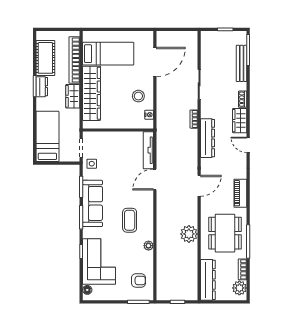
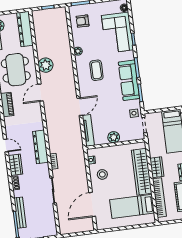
plant: (119, 138) -> (114, 137), added
door: (199, 186) -> (41, 93), moved

